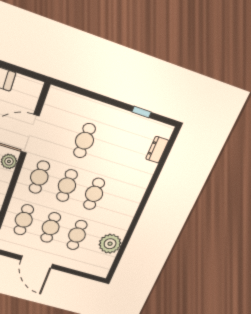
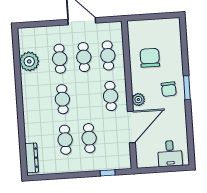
window: (142, 112) -> (108, 173), moved
dresser: (157, 150) -> (32, 158), width x1.44
cafe table: (67, 186) -> (65, 140), moved

